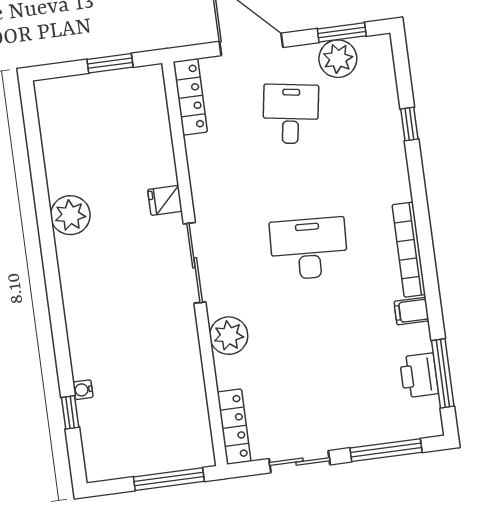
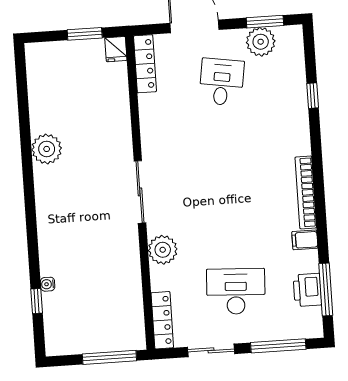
fridge: (165, 200) -> (116, 49), moved, turned -90
desk: (309, 249) -> (236, 291), moved

